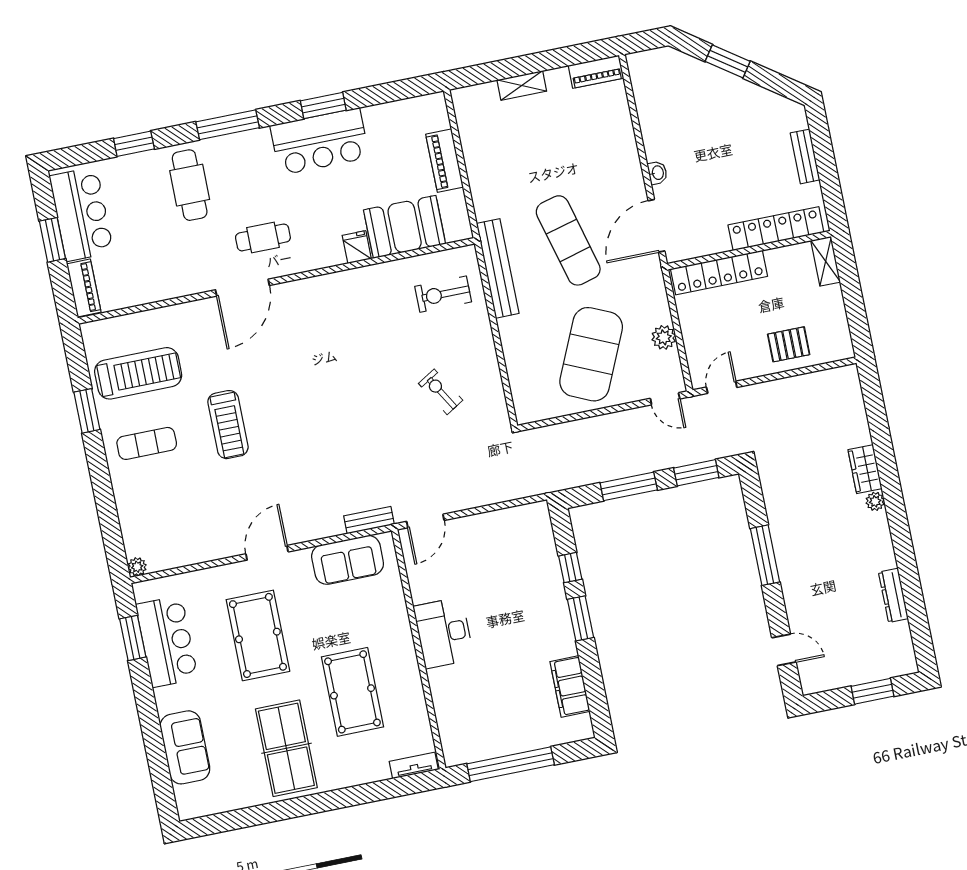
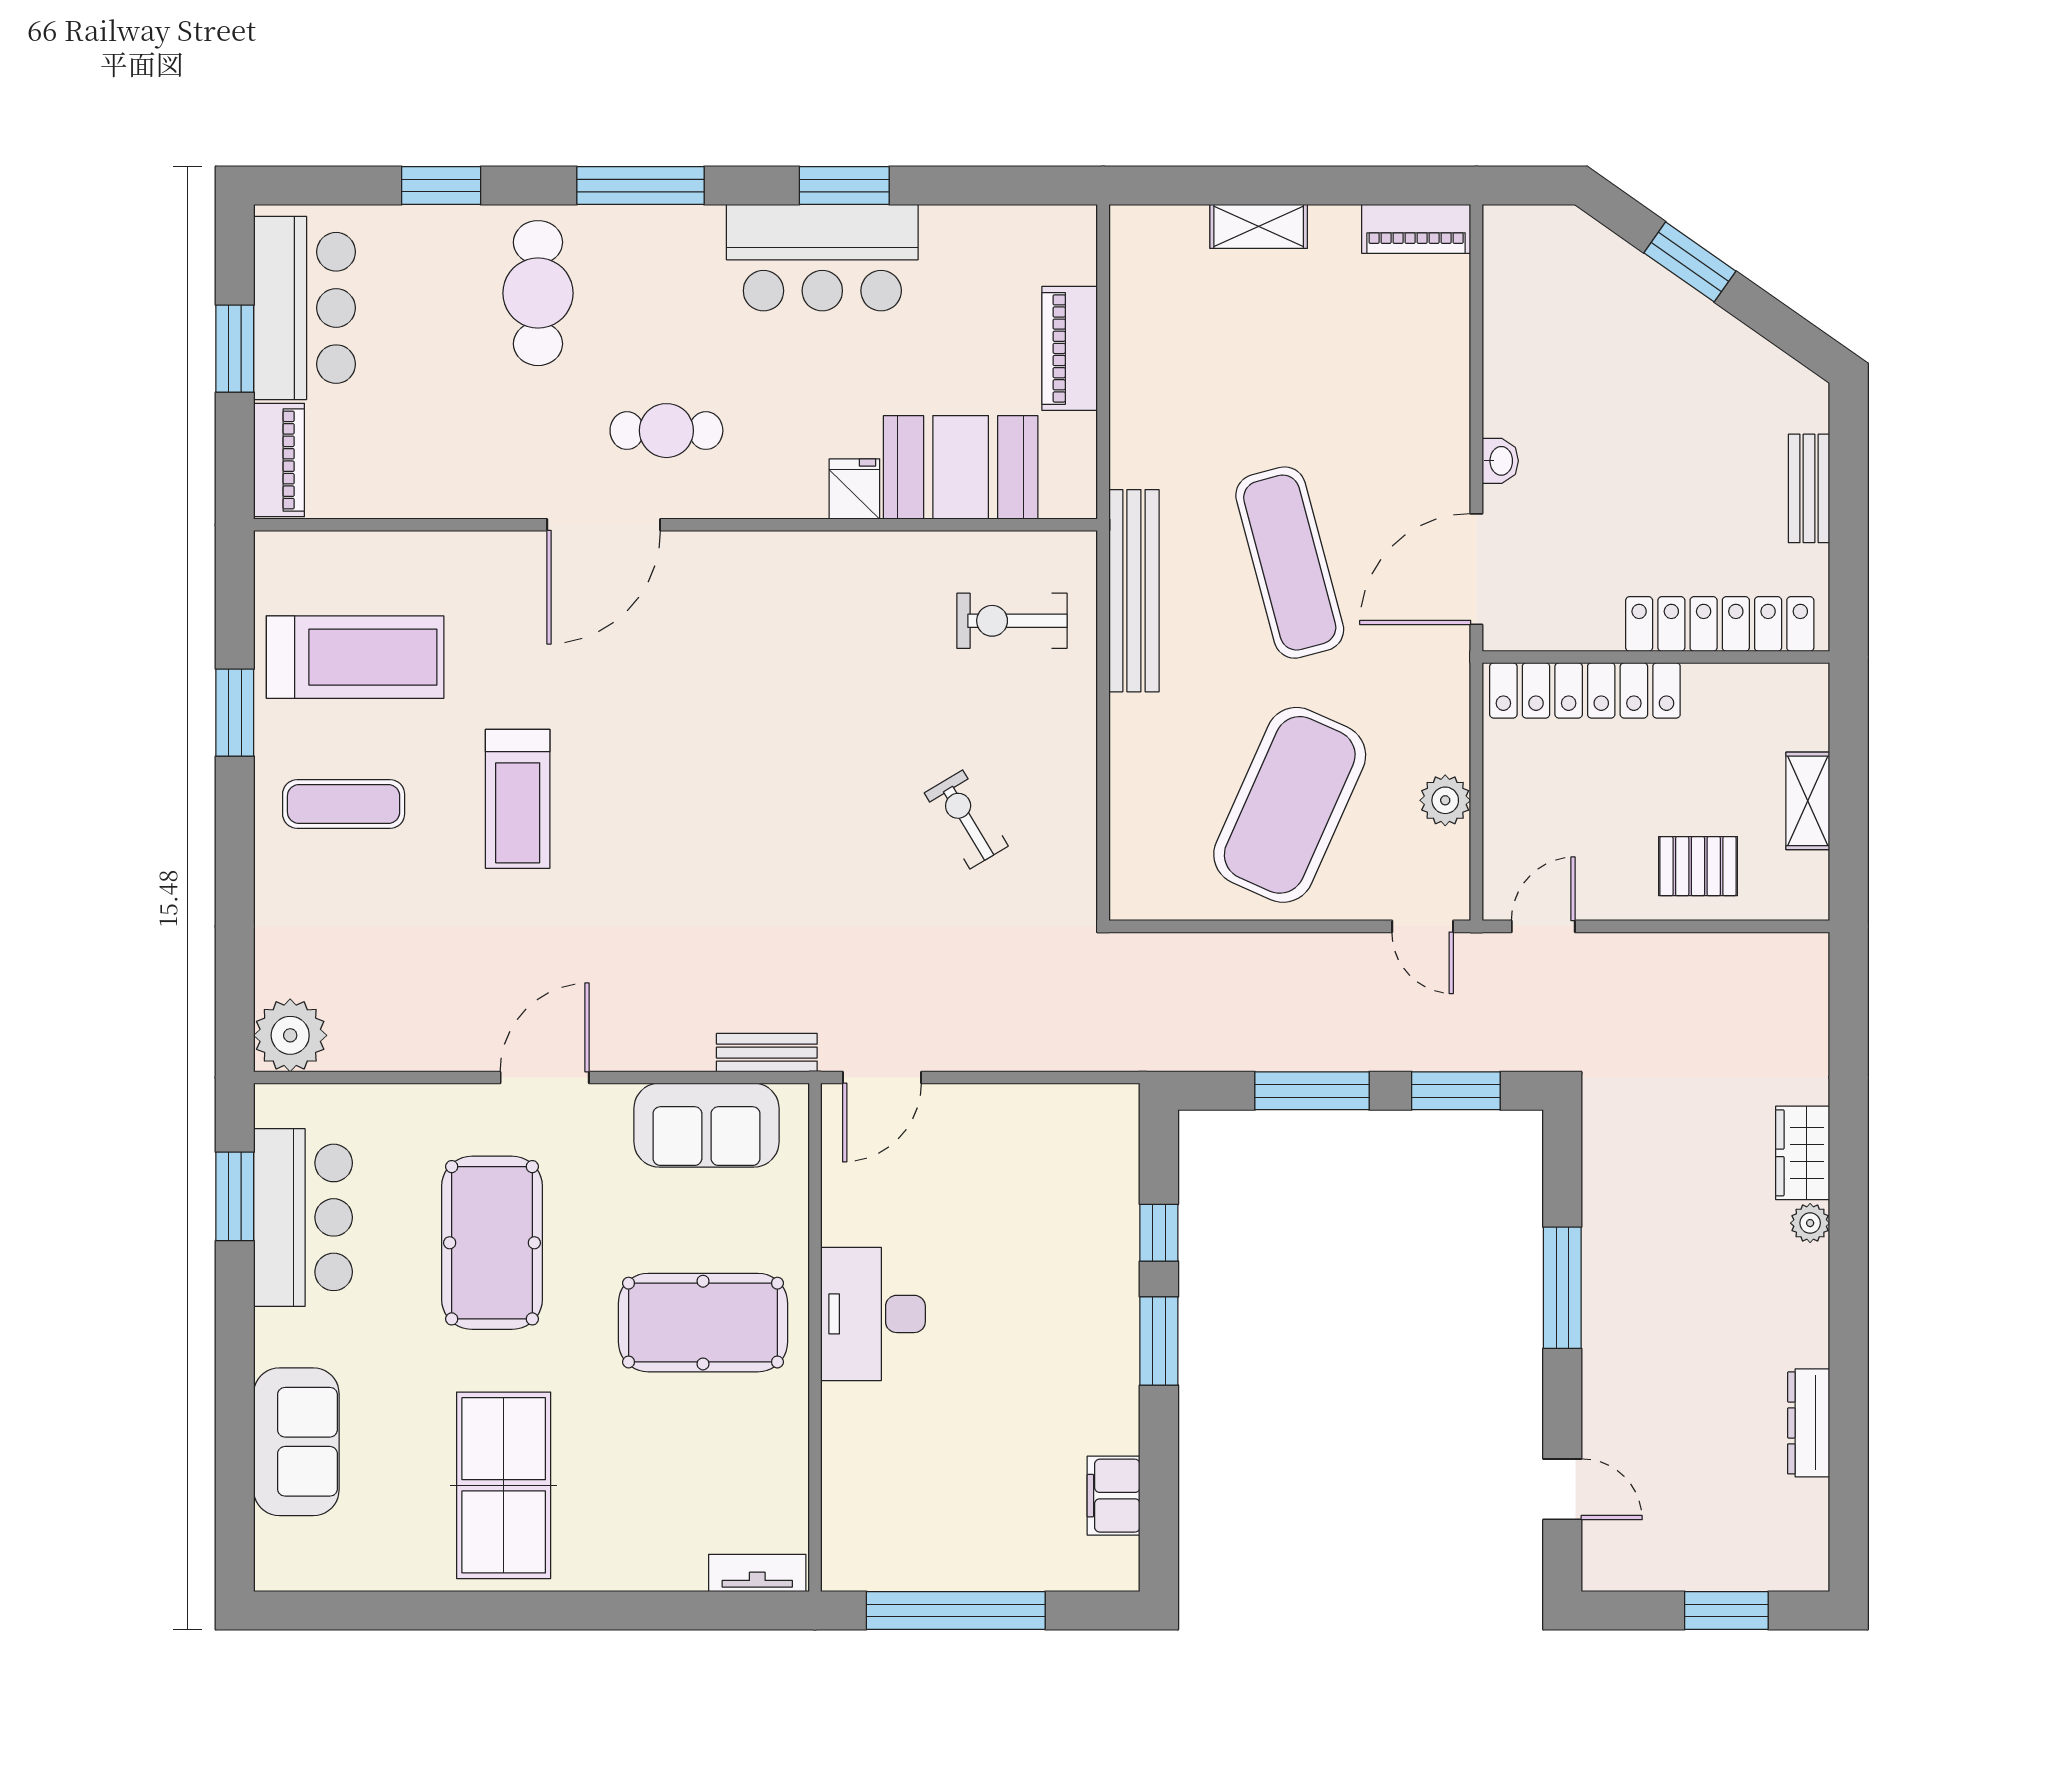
shelving: (826, 261) -> (1808, 801), moved
plant: (137, 567) -> (290, 1035), width x1.88, depth x1.88
filing cabinet: (570, 686) -> (1114, 1496), width x0.67, depth x0.86
pool table: (352, 692) -> (703, 1323), moved, turned 90

